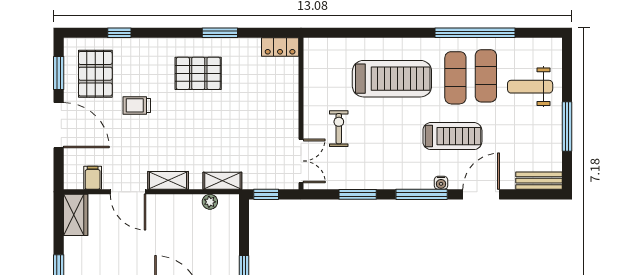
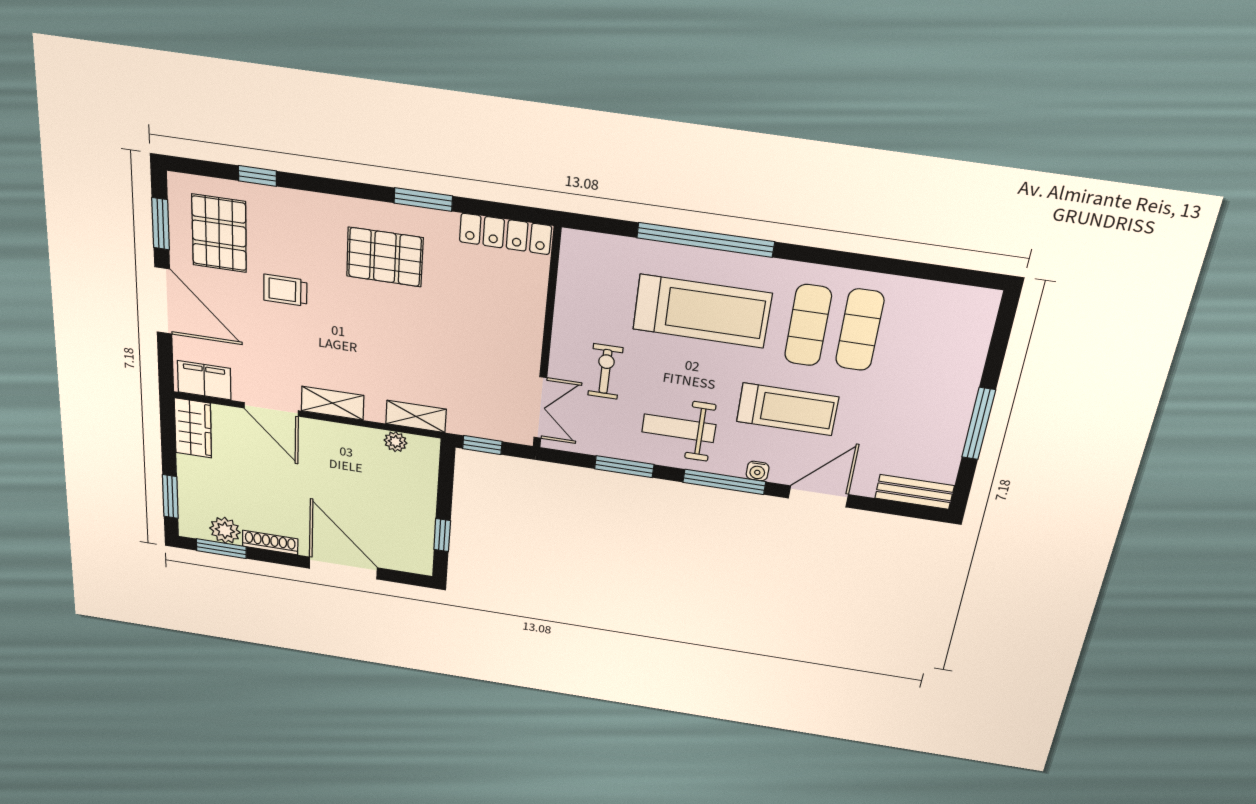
window: (475, 33) -> (705, 240), moved
locker: (280, 47) -> (505, 234), width x1.53
weight bench: (530, 87) -> (679, 428), moved
filing cabinet: (93, 178) -> (204, 380), width x2.00

